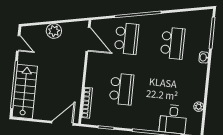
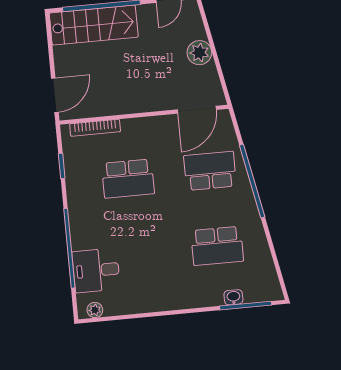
school desk: (127, 39) -> (210, 171), turned 180
washbasin: (204, 57) -> (233, 297), moved
plant: (199, 107) -> (95, 310), moved
door: (62, 123) -> (55, 95), hinge flipped

